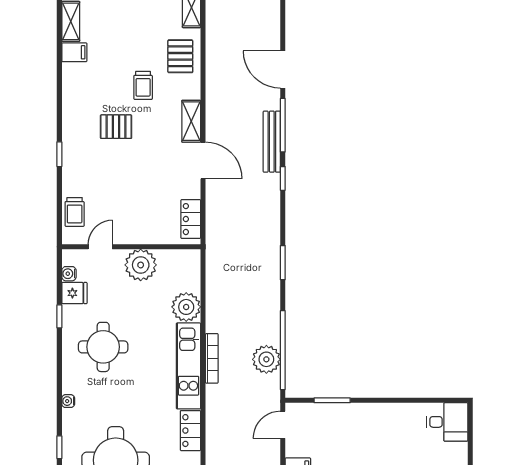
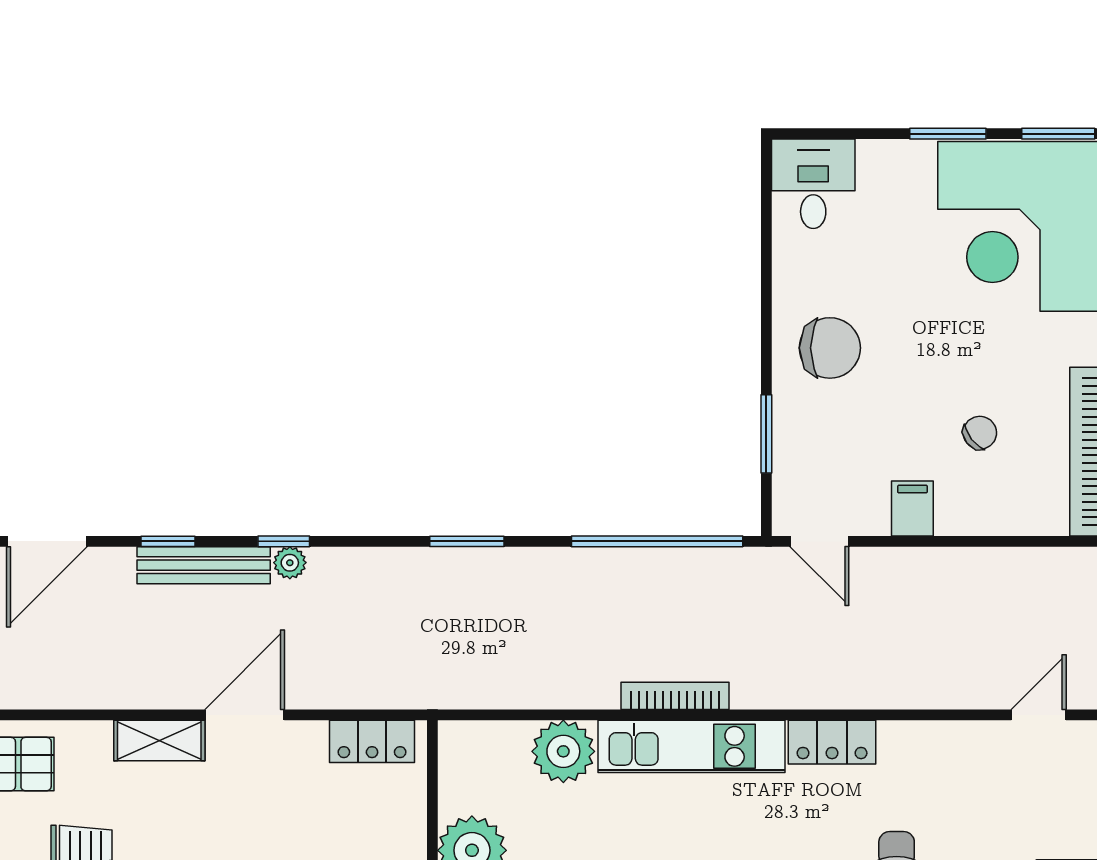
window: (283, 125) -> (168, 541), width x0.46
plant: (266, 359) -> (290, 563), moved, width x0.53, depth x0.53
chair: (372, 430) -> (830, 348), added

